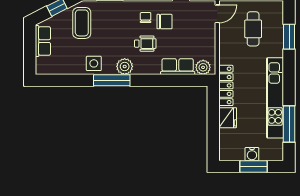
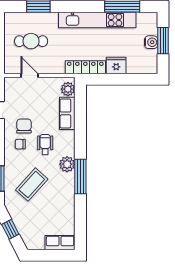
door: (217, 14) -> (29, 75), moved
coffee table: (82, 23) -> (32, 185), moved, turned -48
row of seats: (43, 41) -> (60, 243), moved
side table: (94, 63) -> (64, 194), removed

